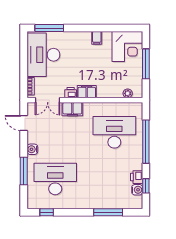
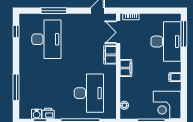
desk: (43, 55) -> (166, 42), moved, turned 90
printer: (71, 93) -> (125, 53), removed
water cooler: (32, 149) -> (73, 18), removed

